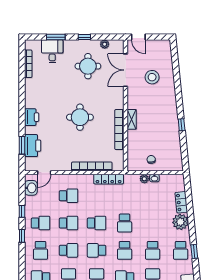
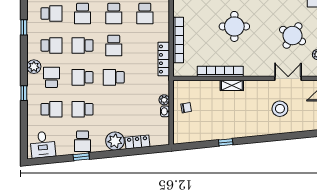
round table: (88, 66) -> (293, 36), turned 32
double door: (126, 70) -> (288, 78), width x0.73
school desk: (97, 250) -> (83, 45), turned -90
school desk: (181, 250) -> (83, 141), turned -90

